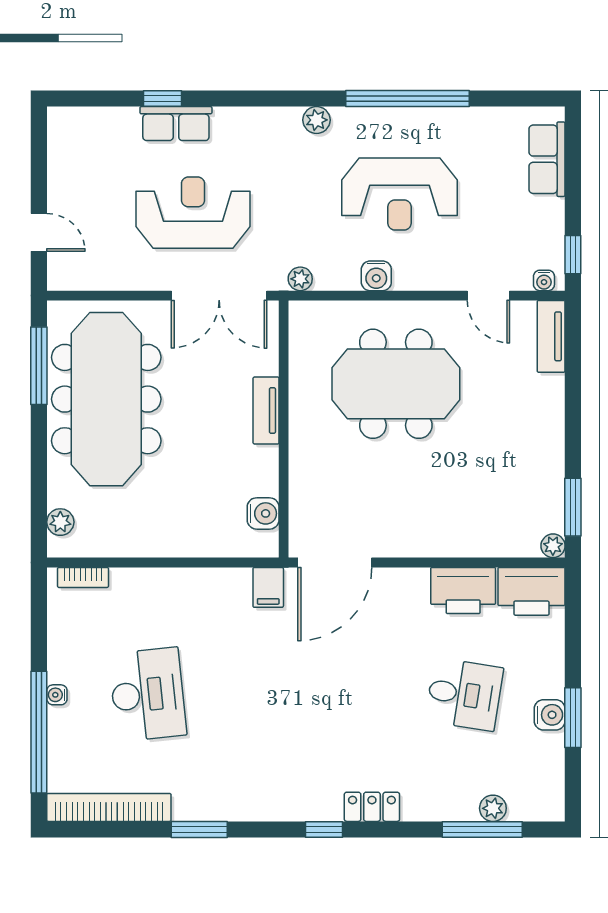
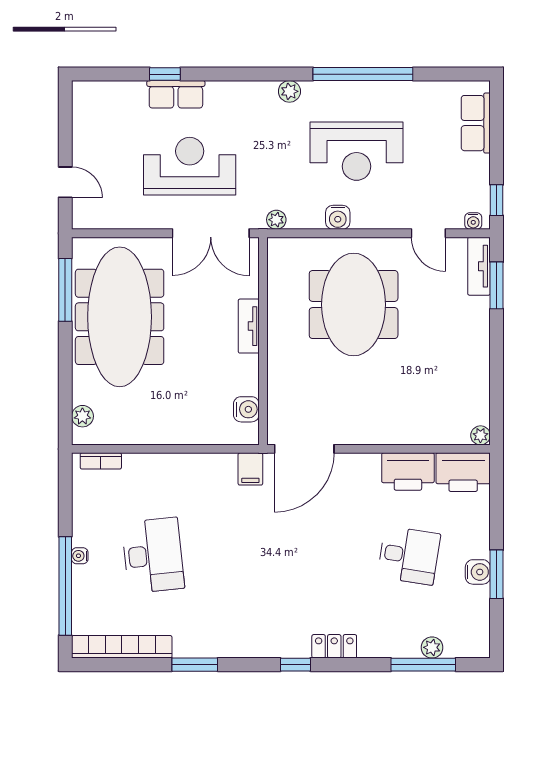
meeting table: (396, 384) -> (354, 305), turned 90
window: (573, 507) -> (497, 285), moved

